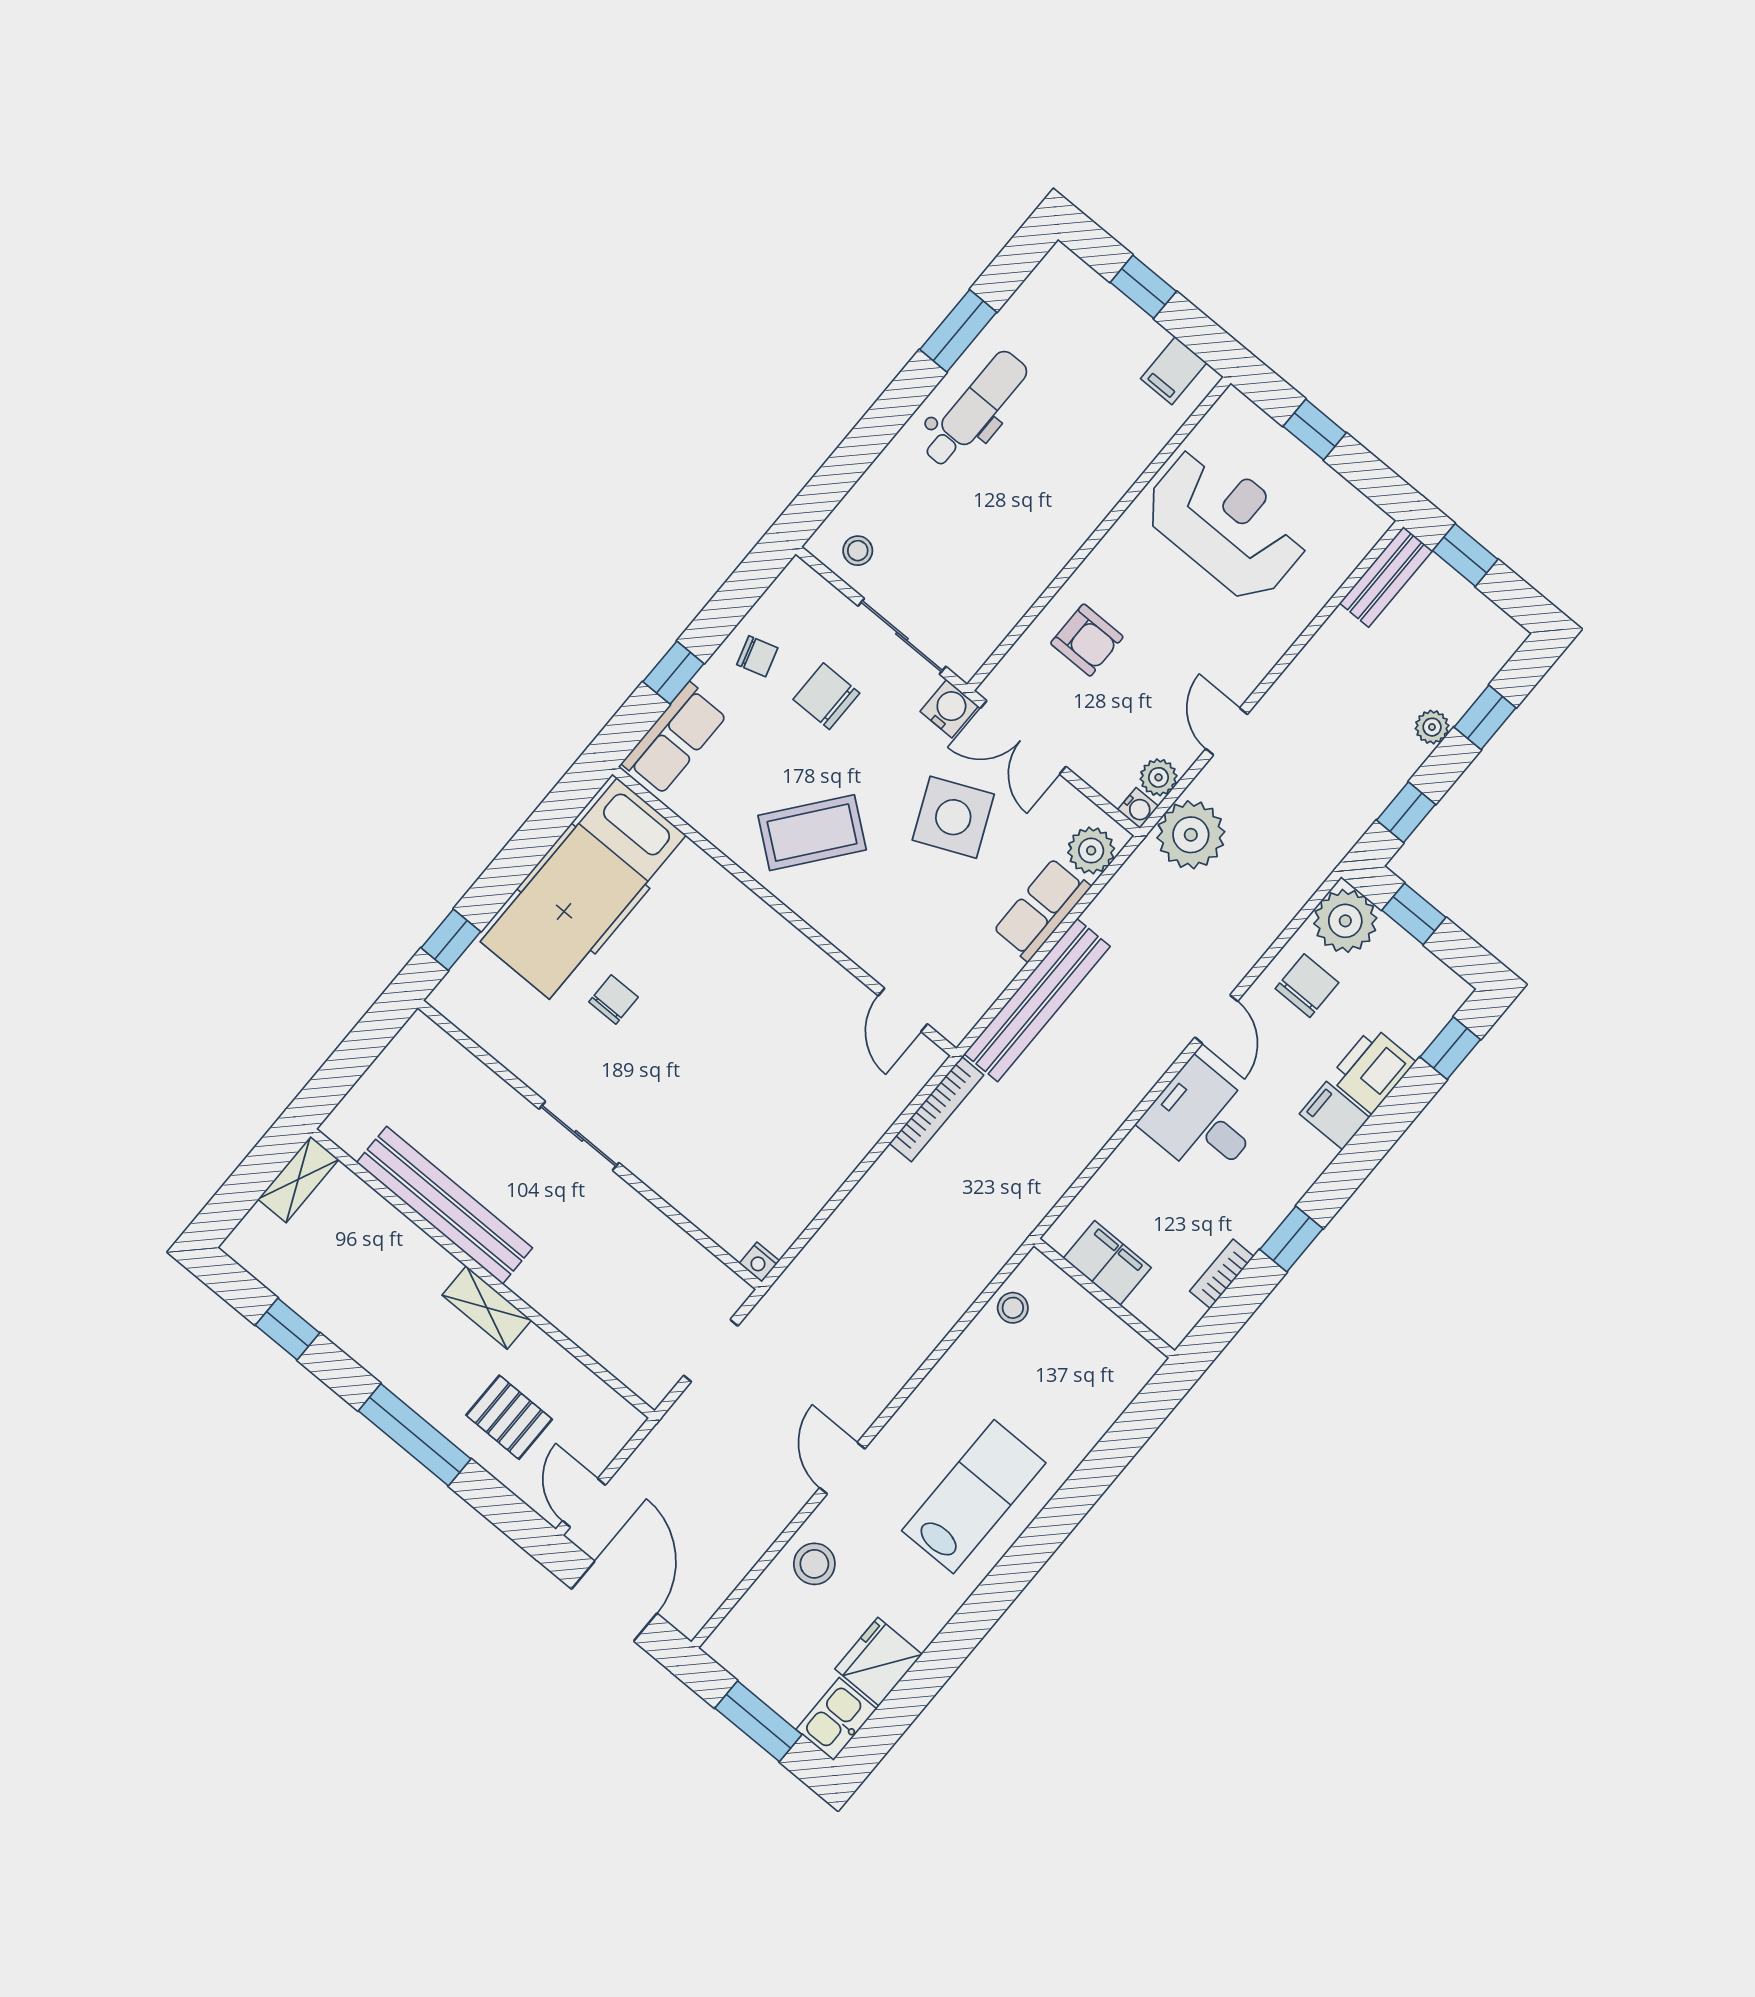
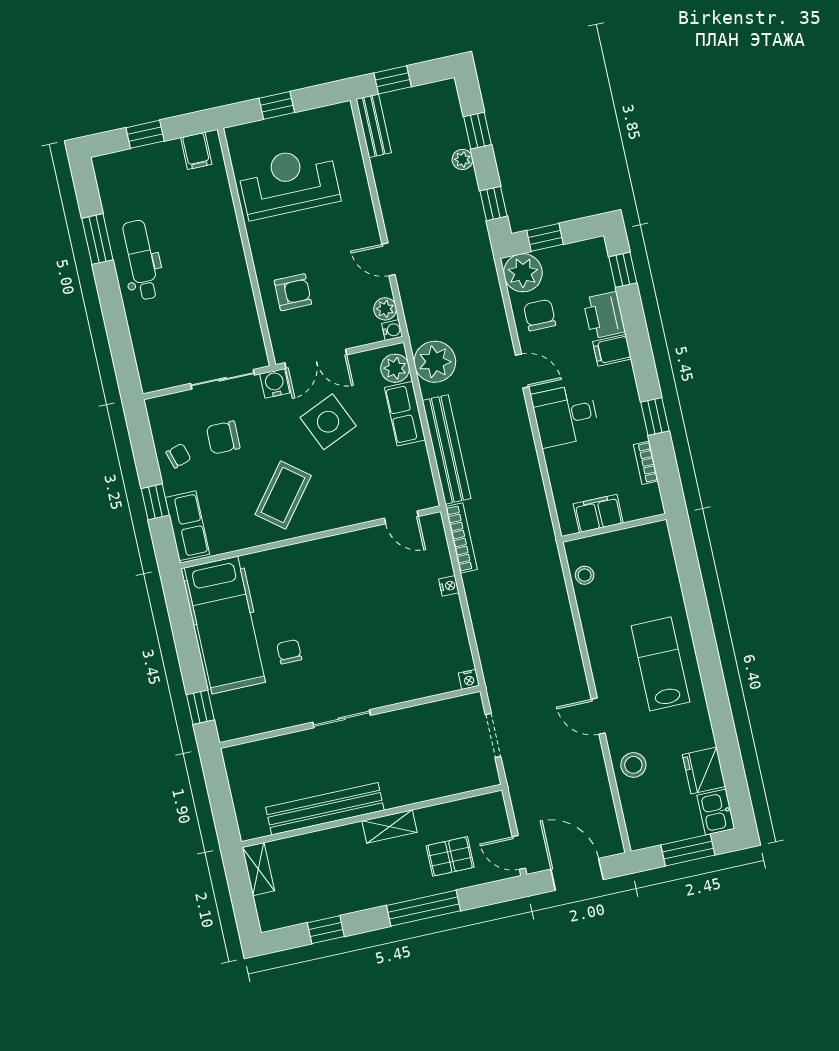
stool: (858, 551) -> (165, 369), removed
plant: (1191, 835) -> (435, 362), moved
nightstand: (861, 1141) -> (449, 586), added

